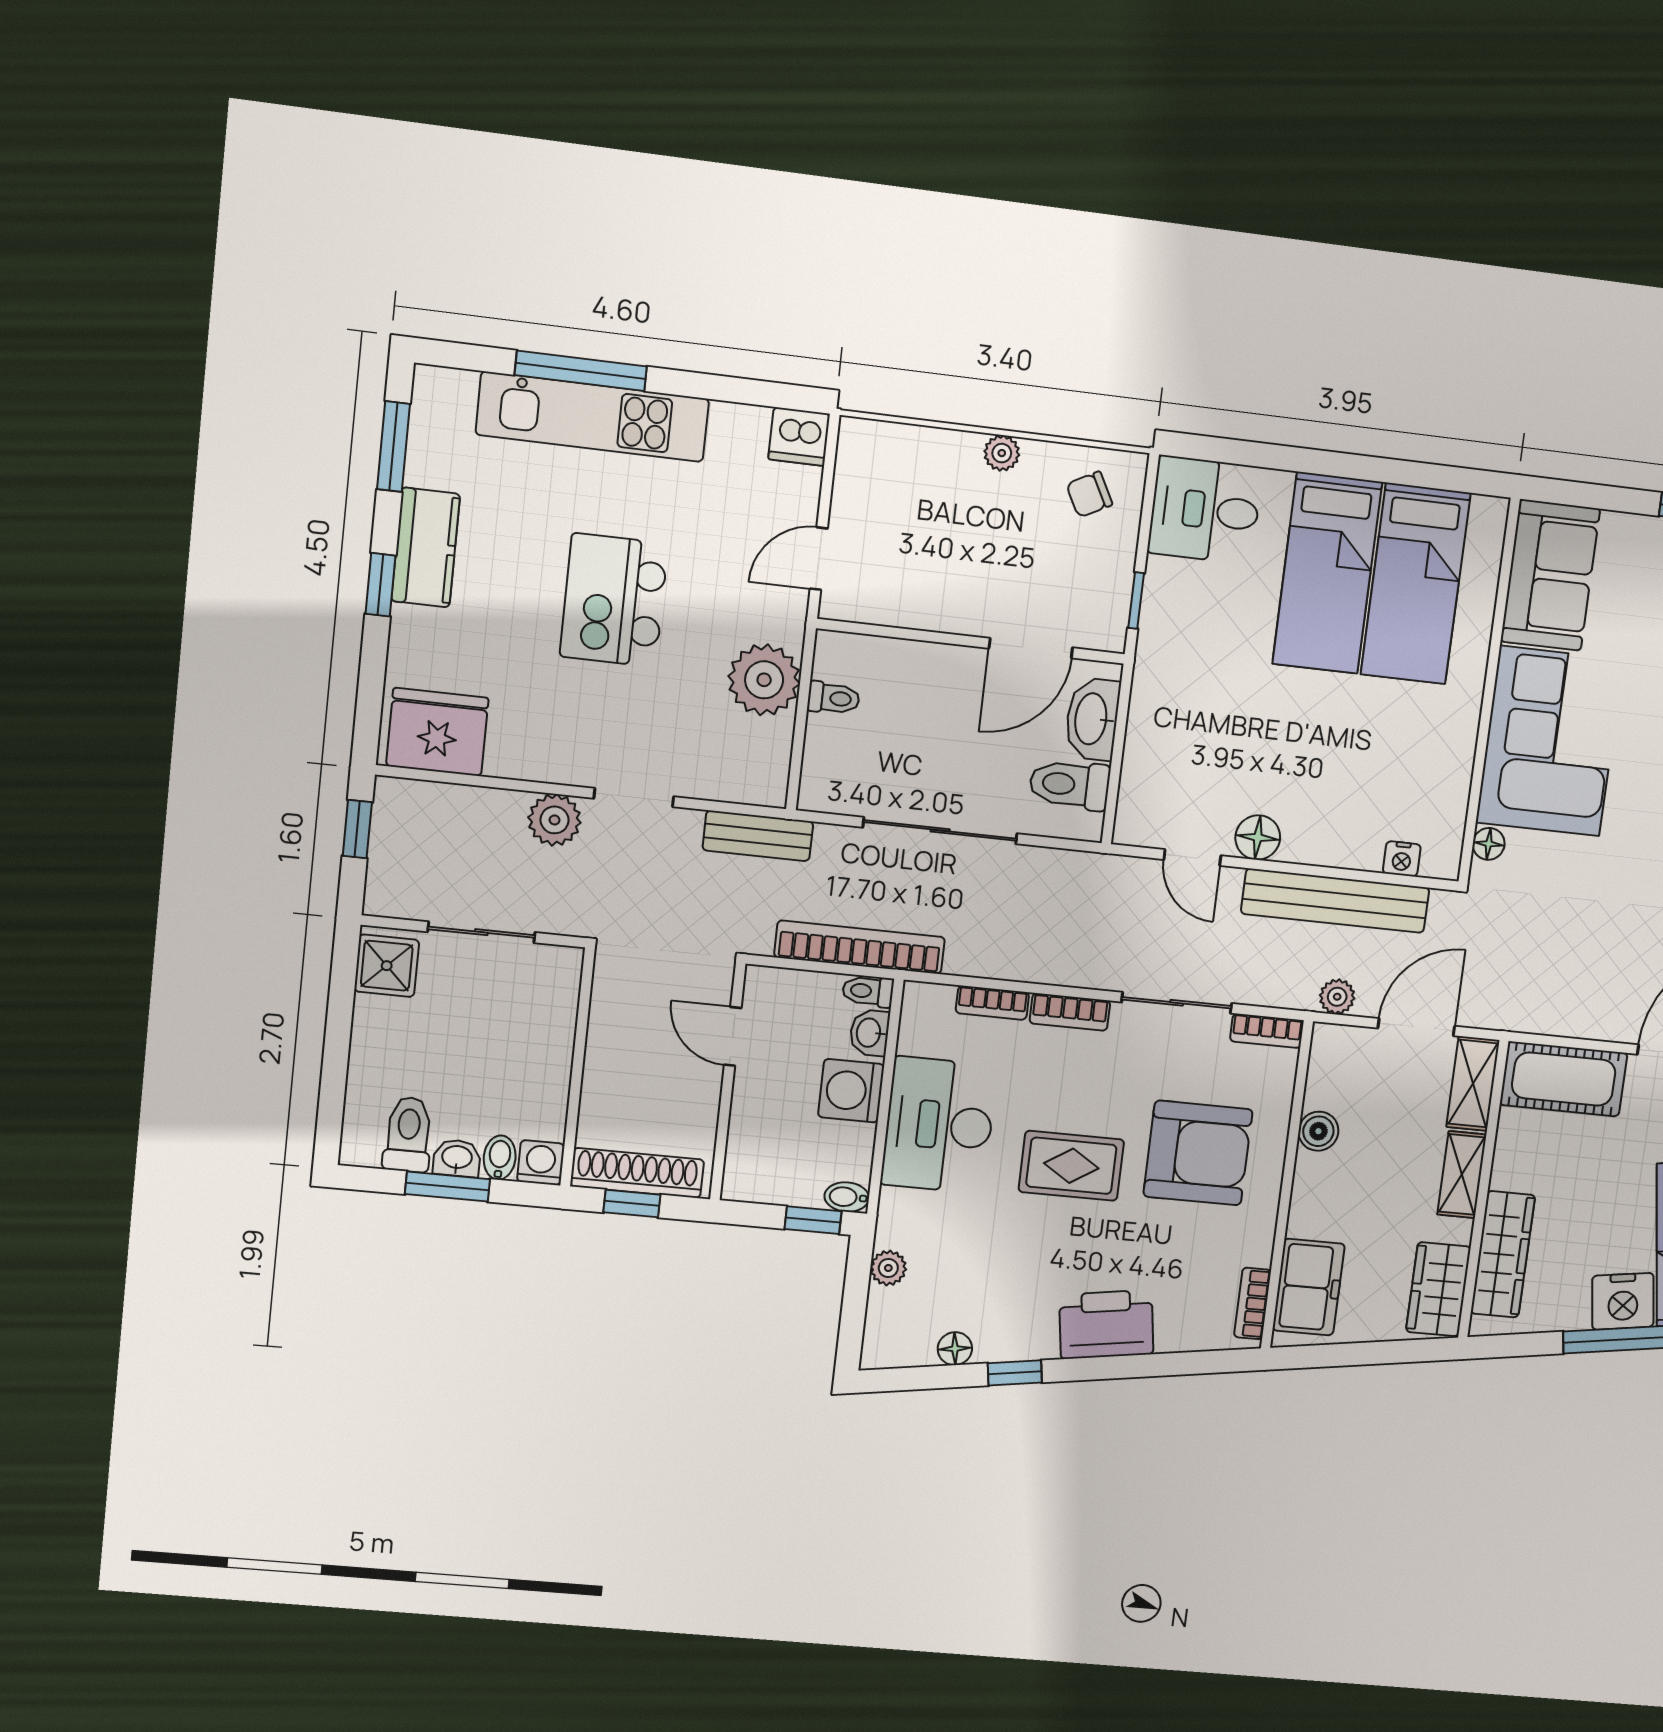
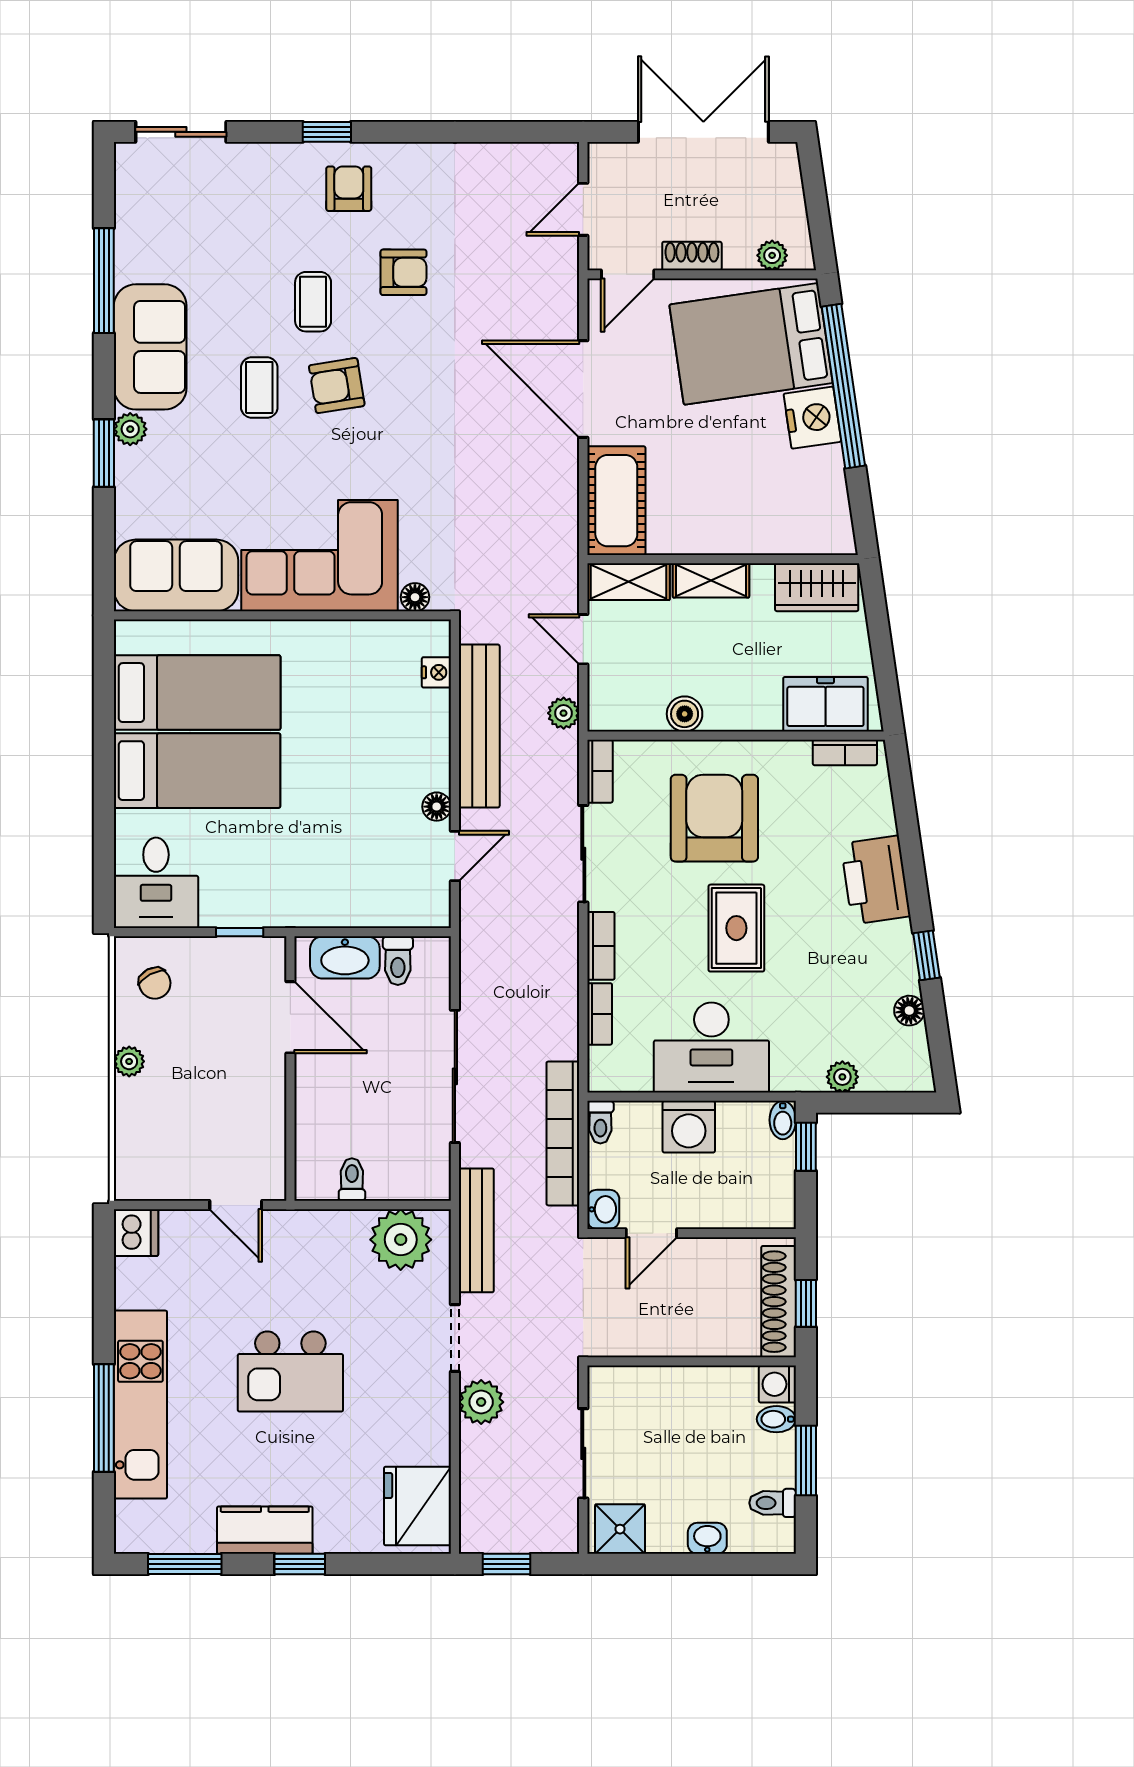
plant: (764, 680) -> (401, 1240), moved
toilet: (1070, 785) -> (398, 961), width x0.73, depth x0.72
bench: (758, 836) -> (476, 1230), width x1.36
floor lamp: (1258, 837) -> (437, 807), width x0.73, depth x0.73
door: (1416, 1027) -> (583, 639), width x0.73
washbasin: (870, 1033) -> (603, 1209), moved, turned -90
toilet: (408, 1134) -> (773, 1503), width x0.73, depth x0.72
washbasin: (457, 1158) -> (707, 1538), moved, turned 90
wardrobe: (1503, 1254) -> (780, 533), removed

